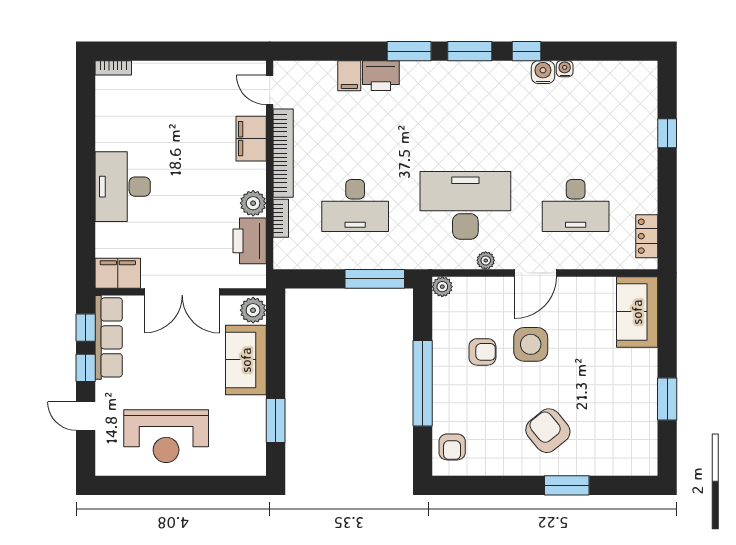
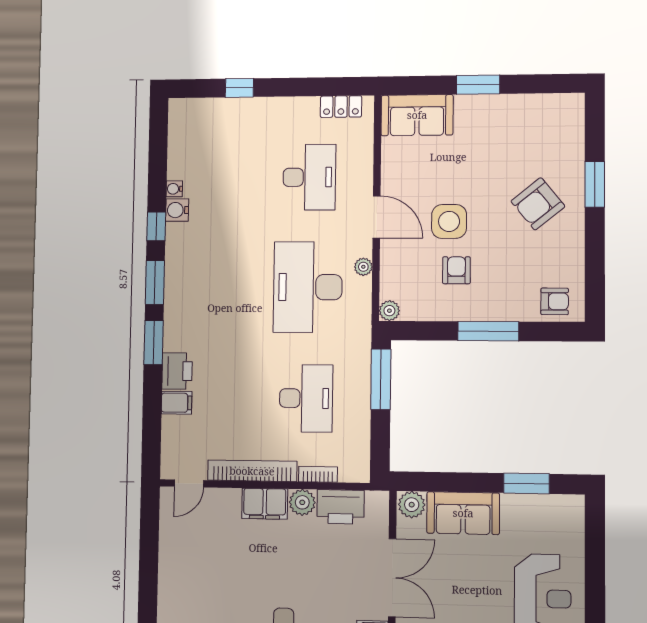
filing cabinet: (251, 139) -> (265, 504), moved
window: (423, 383) -> (488, 331), width x0.68
window: (667, 399) -> (478, 85), moved

